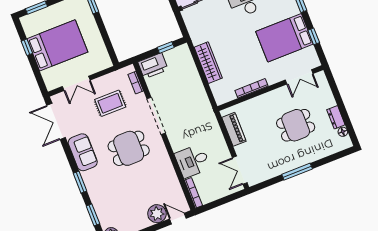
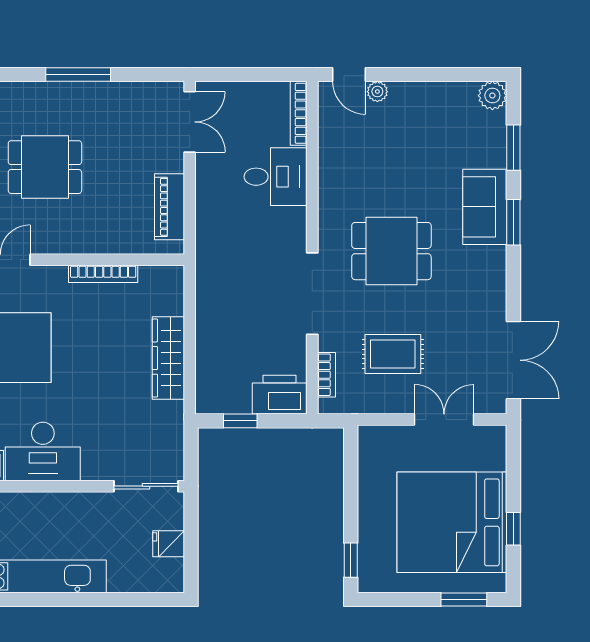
bed: (57, 45) -> (452, 522), width x1.36
sofa: (83, 152) -> (485, 207), moved
plant: (157, 214) -> (377, 92), width x0.53, depth x0.53

